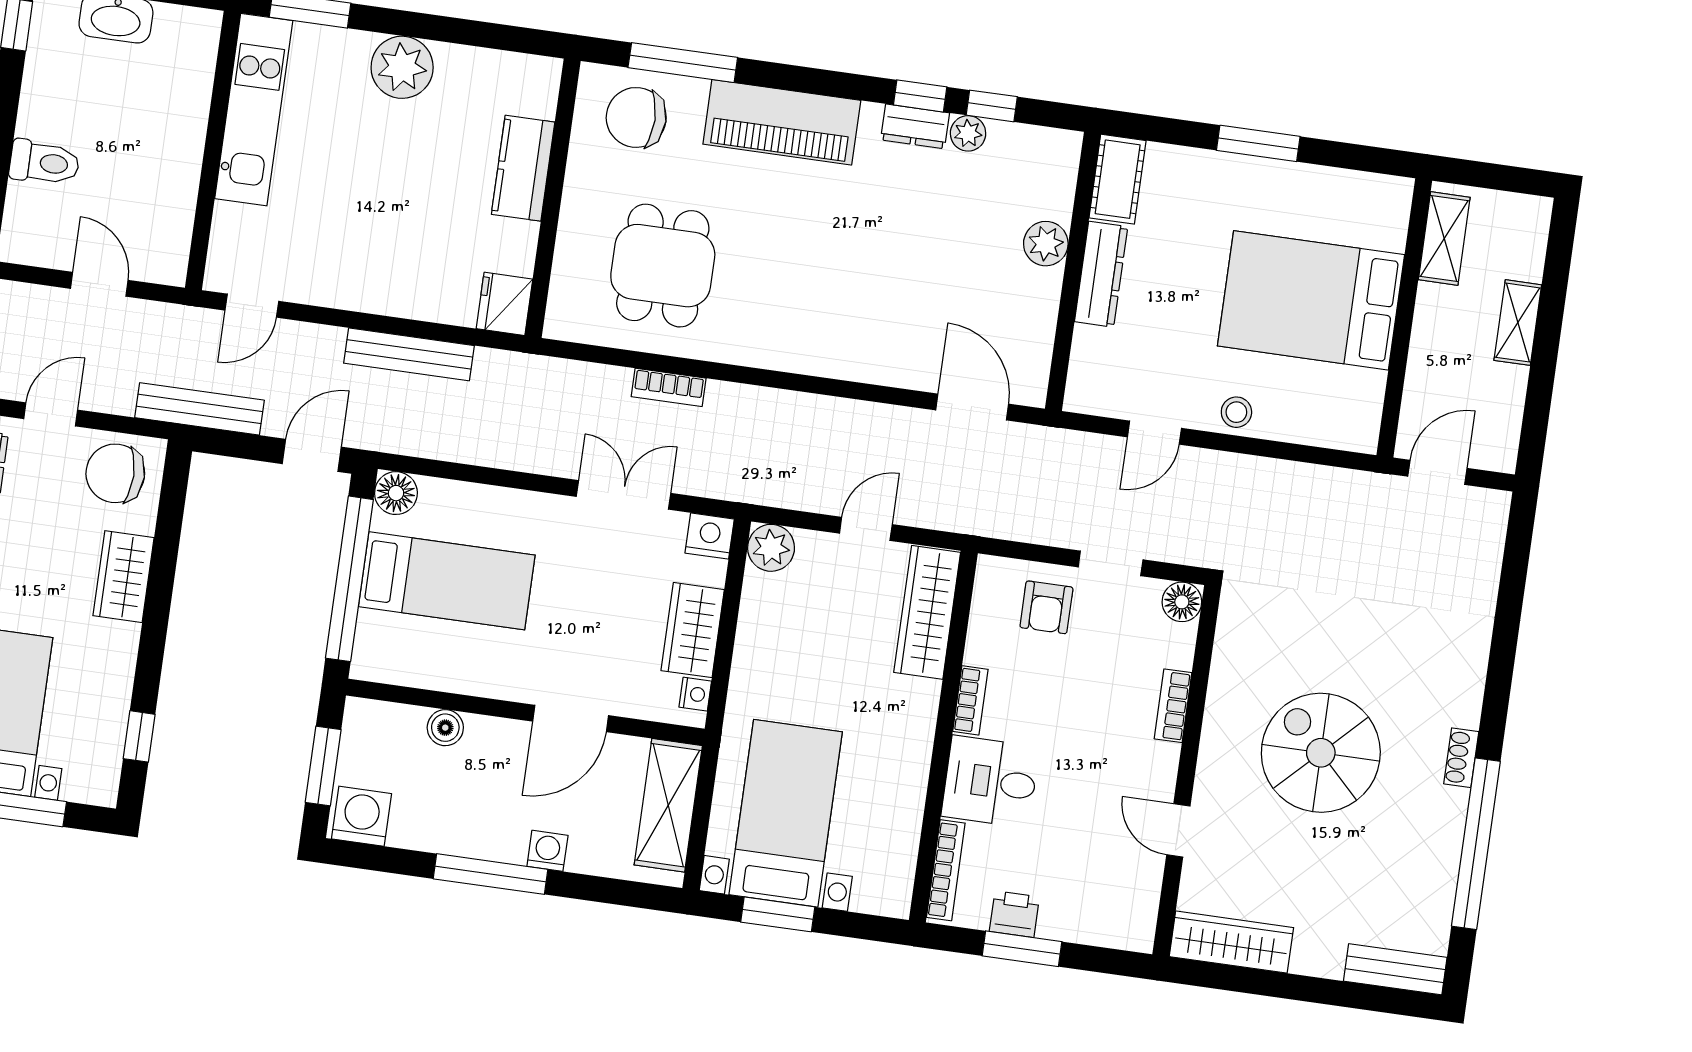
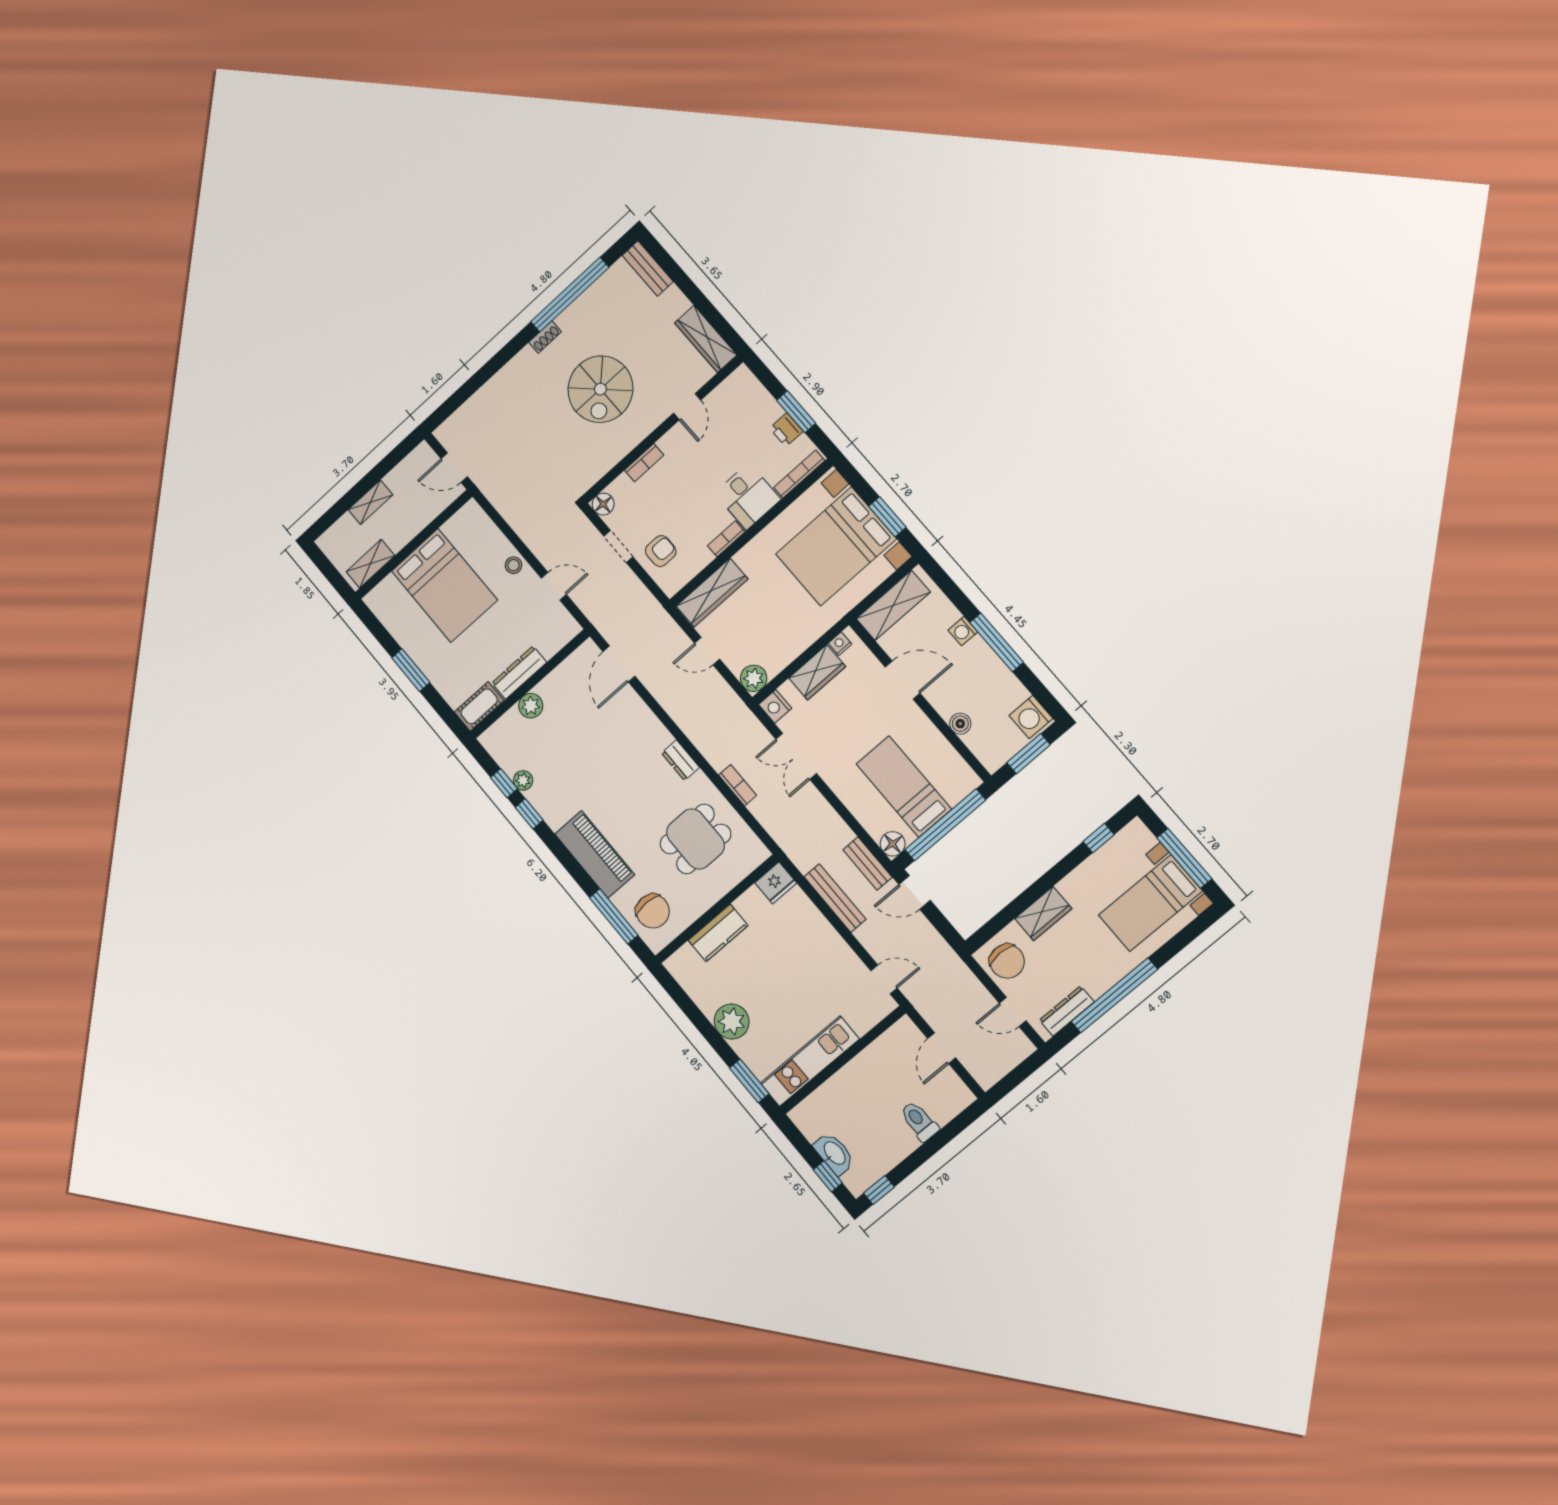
dresser: (915, 126) -> (680, 760), moved, turned 180
bench: (199, 409) -> (868, 864), moved, width x0.73
bed with nightstands: (786, 813) -> (836, 546), width x1.36

